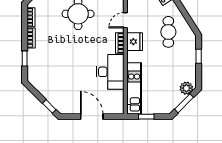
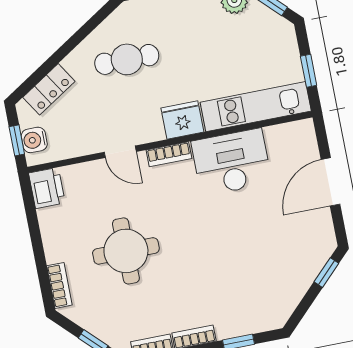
fridge: (135, 42) -> (182, 120), moved

